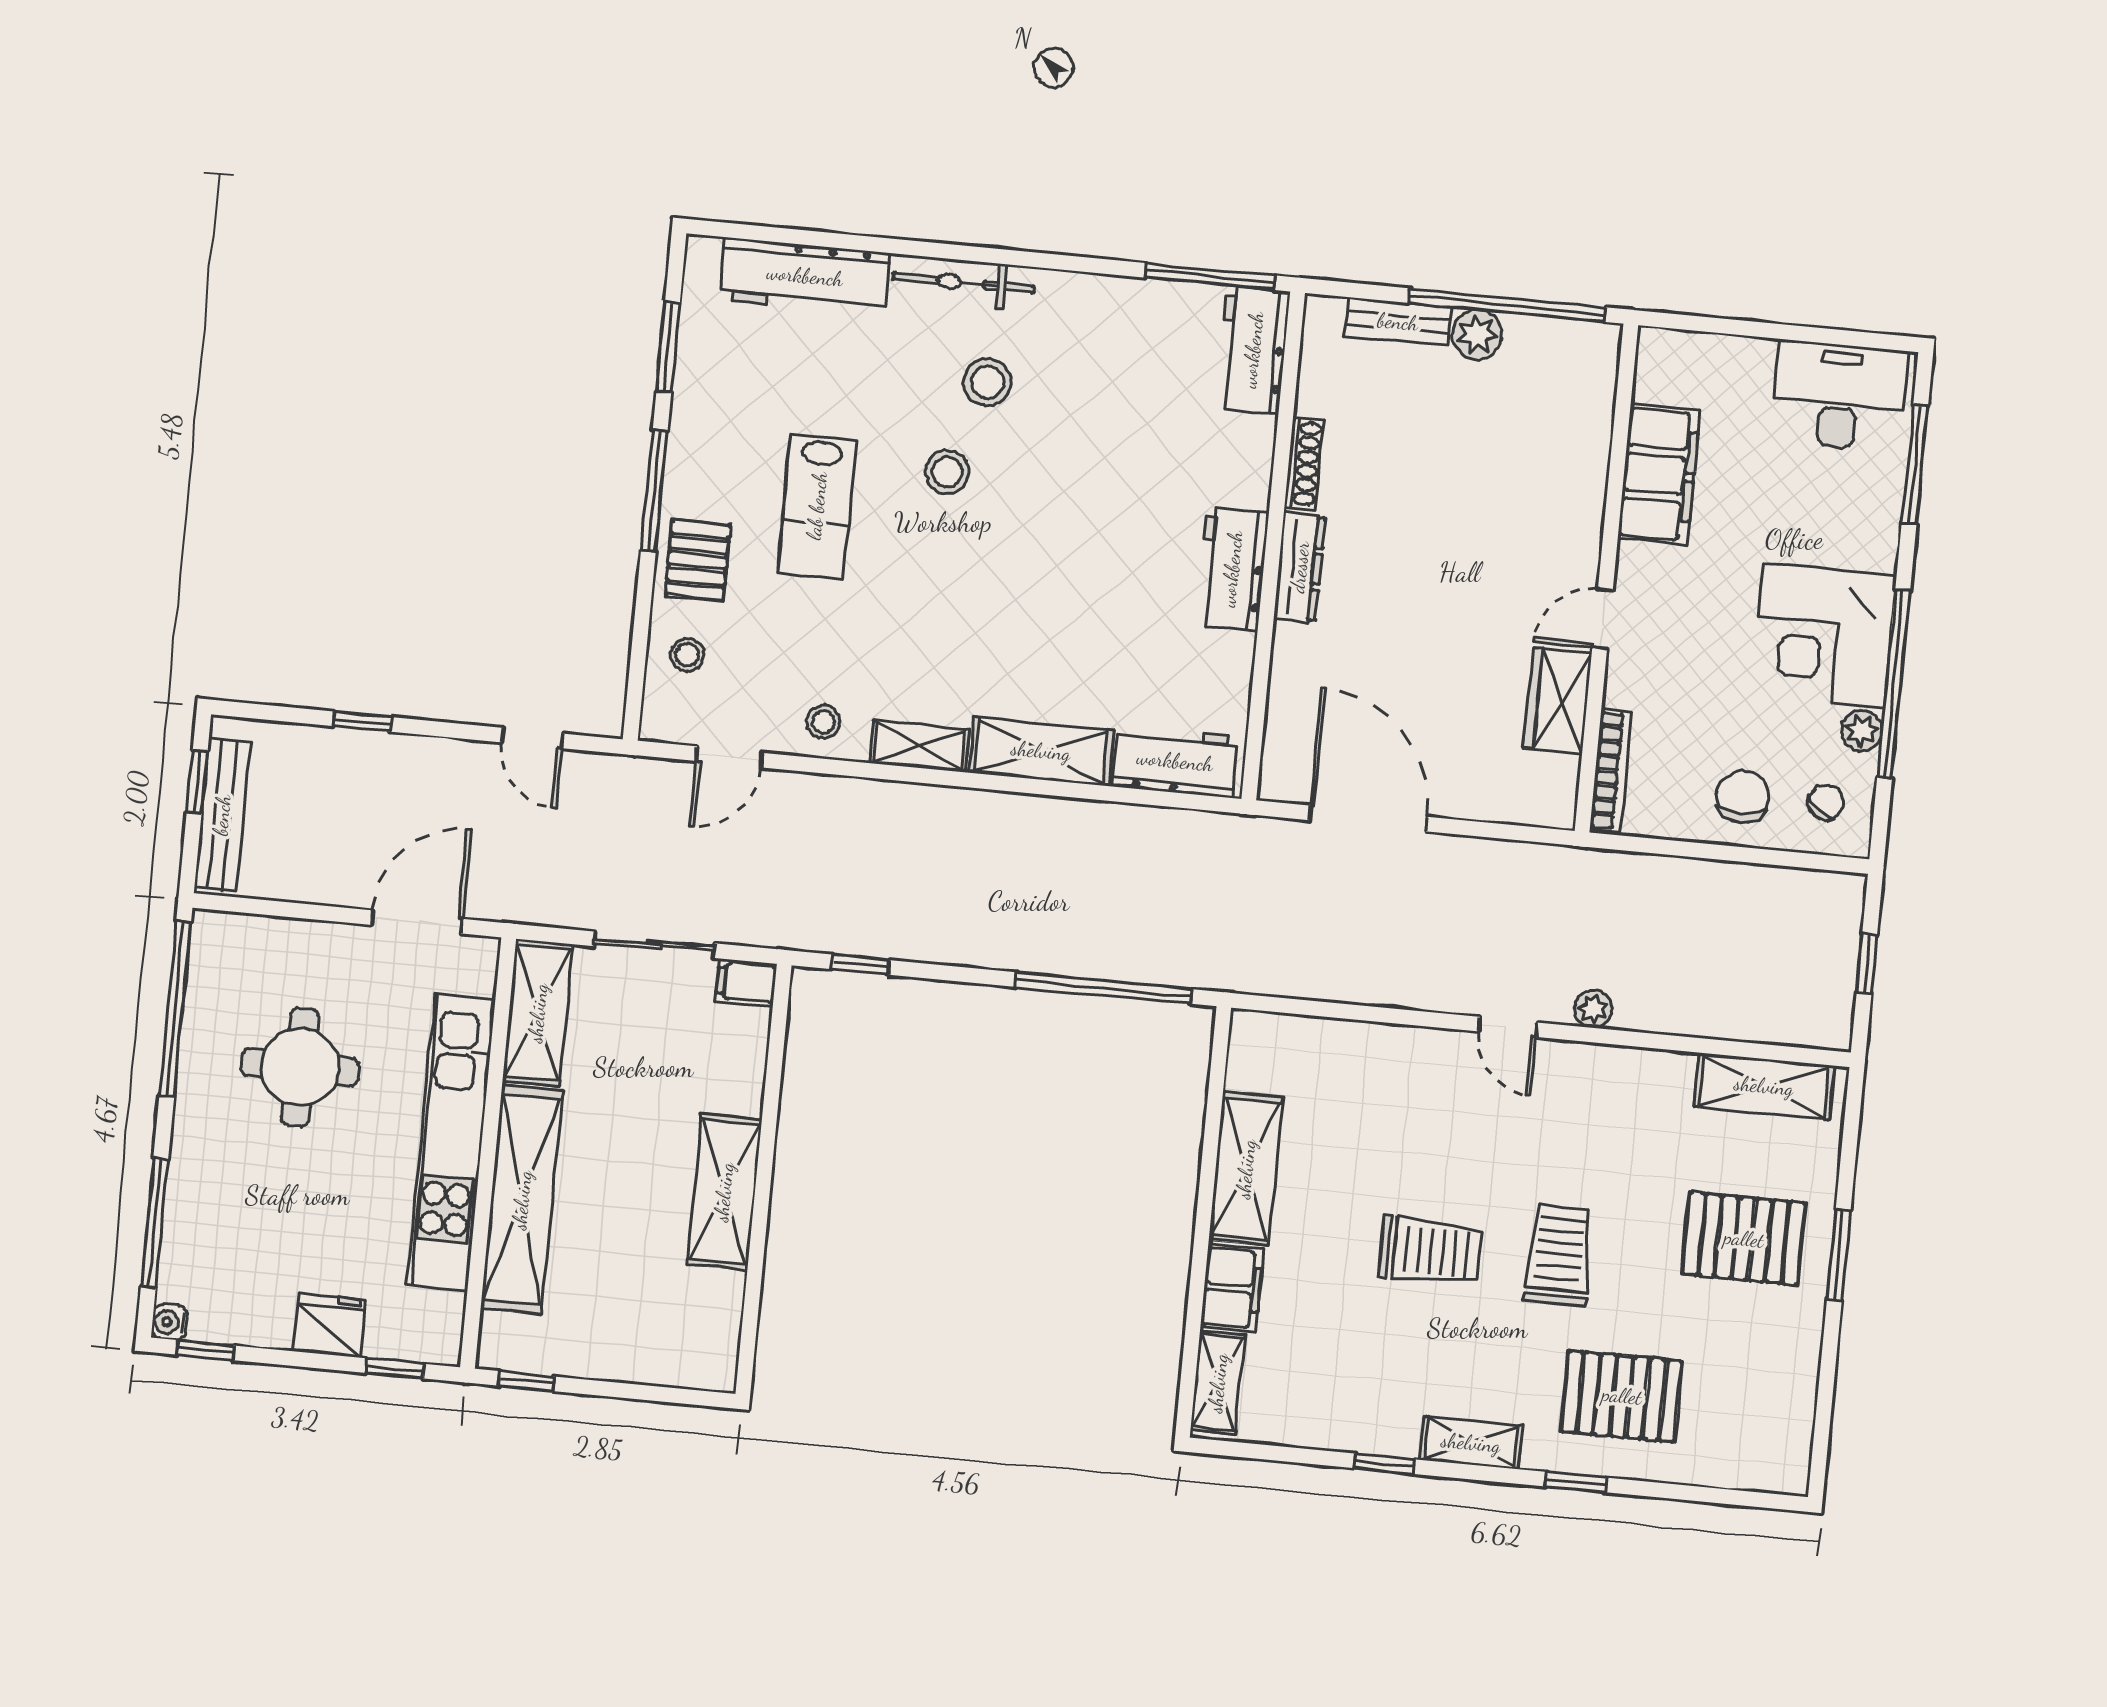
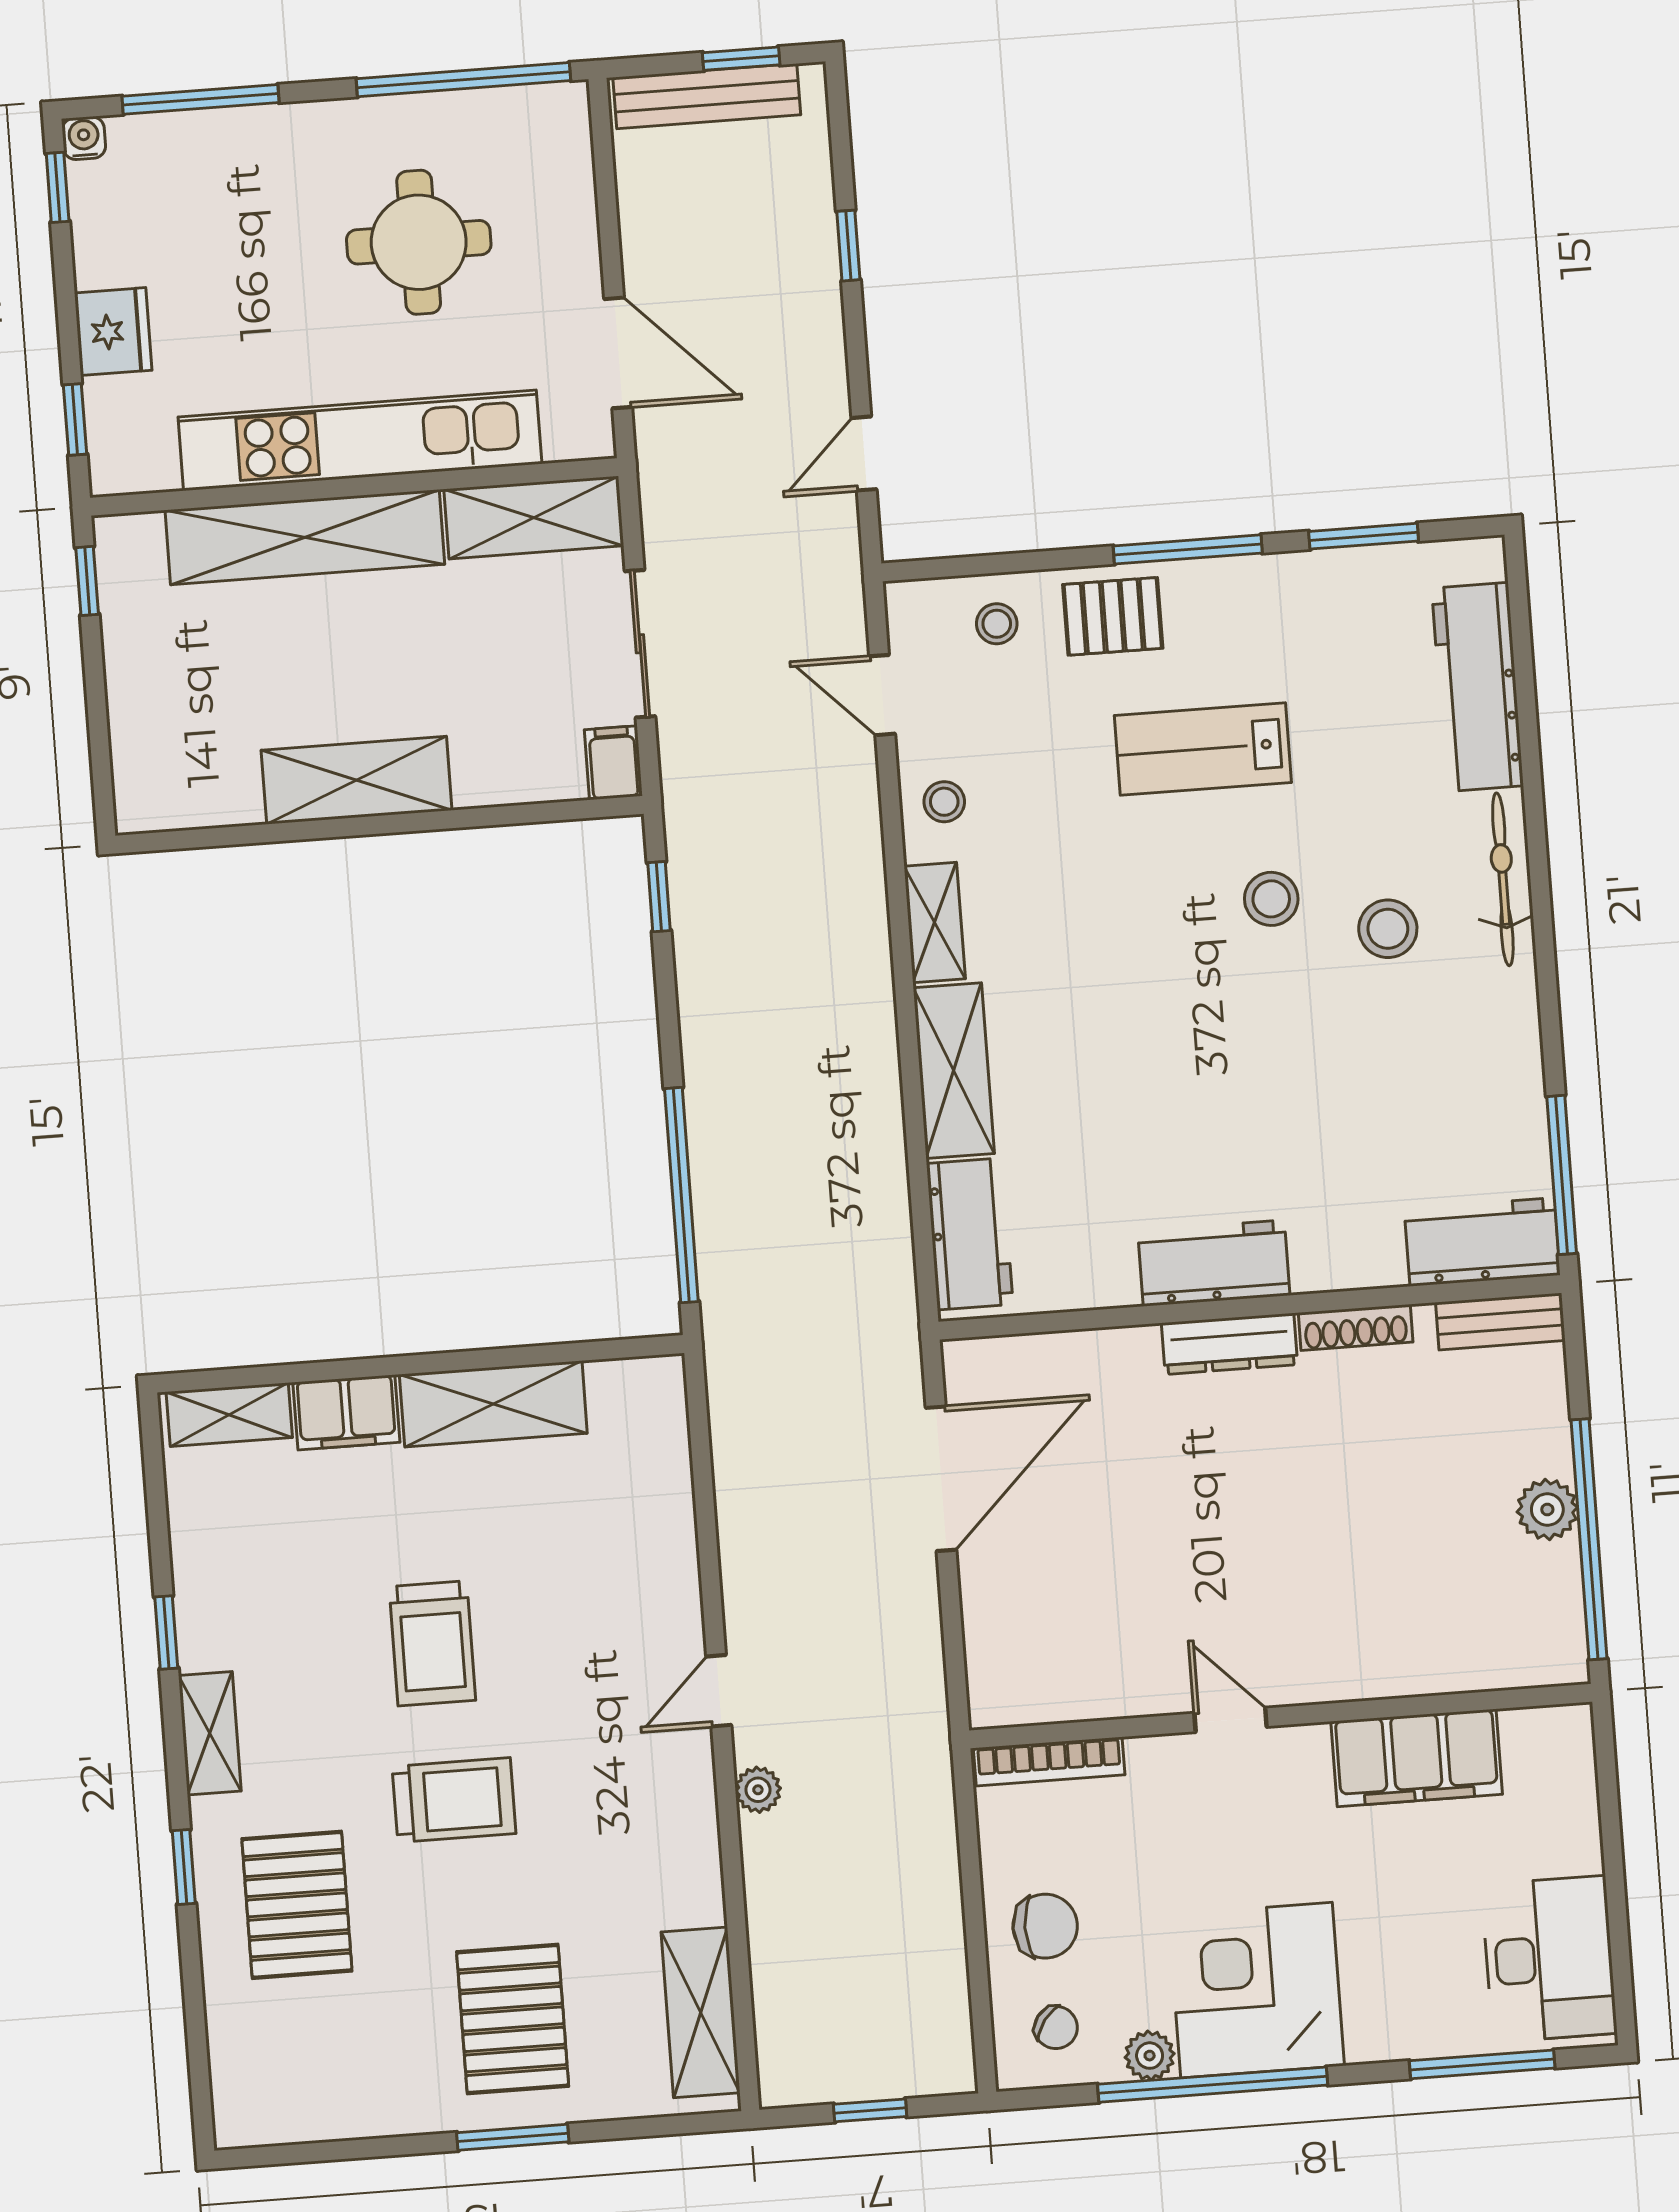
bench: (1398, 322) -> (1500, 1322), moved, turned 90
wardrobe: (1558, 701) -> (1123, 1683), removed

